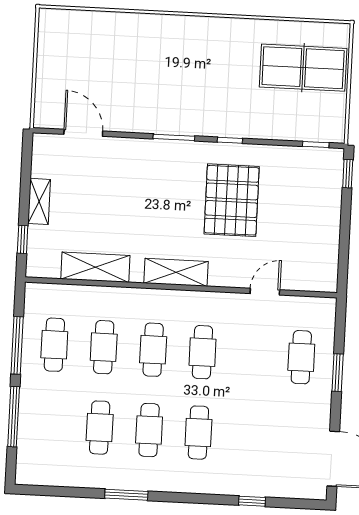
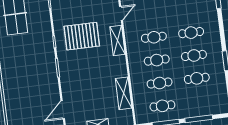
shelving: (176, 272) -> (117, 40), moved
door: (265, 292) -> (121, 13), swing flipped

